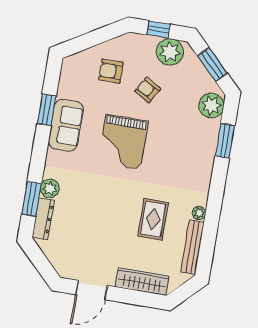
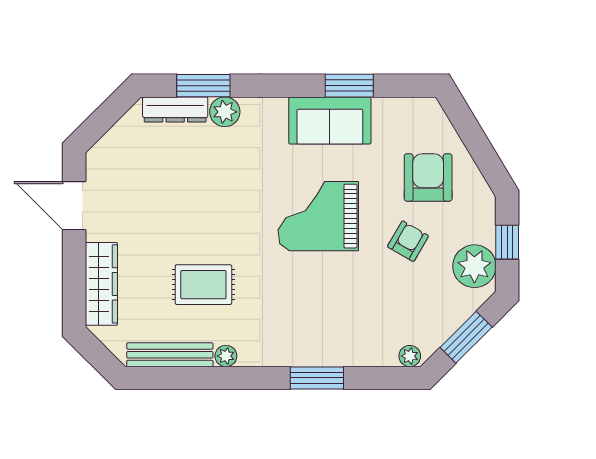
armchair: (111, 71) -> (428, 177), width x1.38, depth x1.38
plant: (211, 106) -> (410, 356), width x0.53, depth x0.53
window: (225, 141) -> (317, 378), moved

